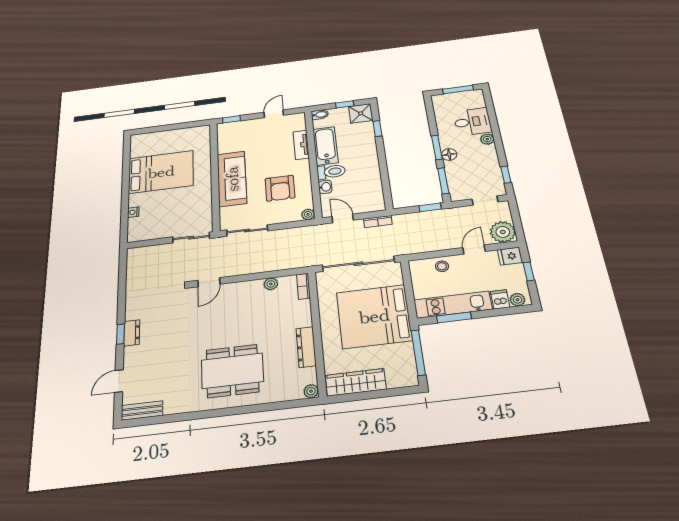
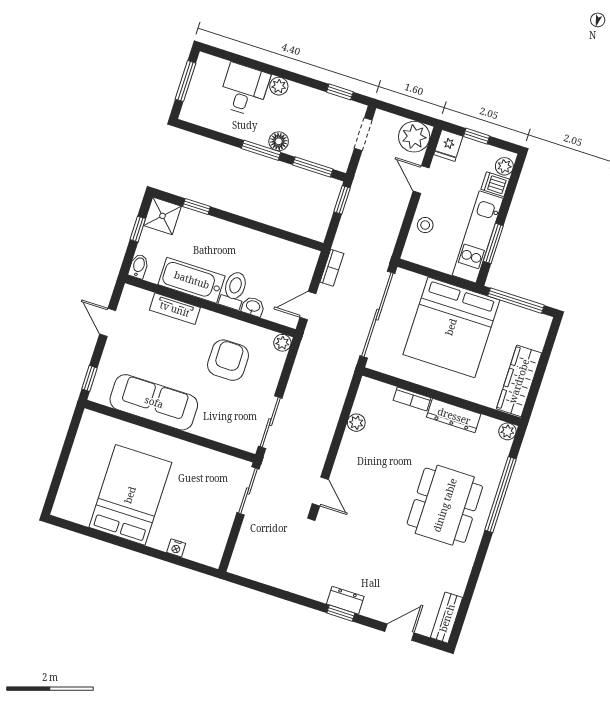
sofa: (232, 179) -> (154, 402), moved
armchair: (280, 188) -> (228, 360), turned -90
bookcase: (303, 286) -> (412, 399), moved
door: (119, 381) -> (399, 632), swing flipped
window: (258, 408) -> (501, 495), added

